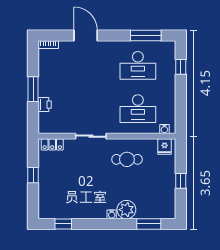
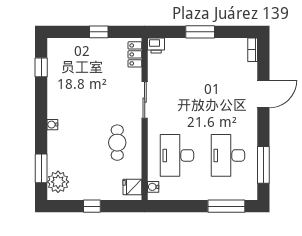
window: (181, 67) -> (226, 206), width x2.17
printer: (45, 105) -> (156, 45), moved
plant: (126, 210) -> (58, 182), moved

